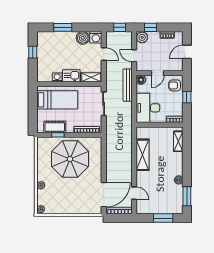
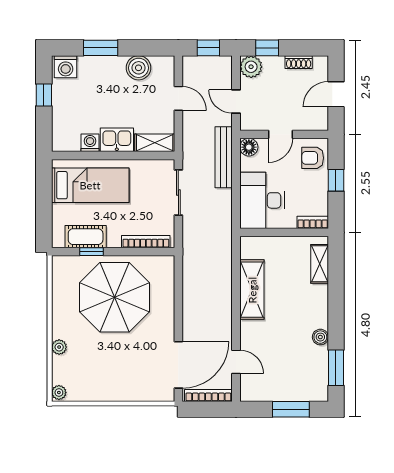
washing machine: (96, 37) -> (66, 67), moved

